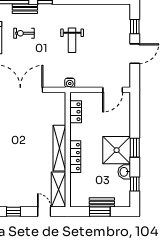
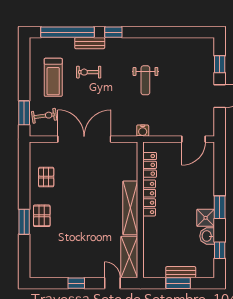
shower: (117, 150) -> (206, 218), width x0.54, depth x0.54
locker: (75, 157) -> (149, 198), moved

